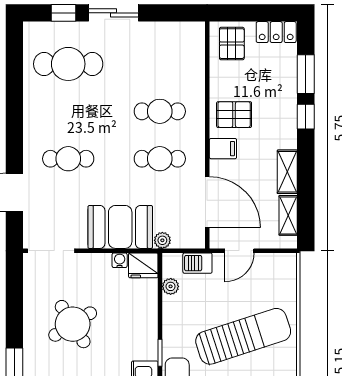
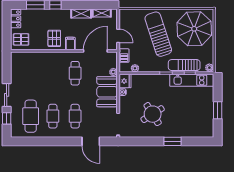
cafe table: (160, 111) -> (53, 116), moved

